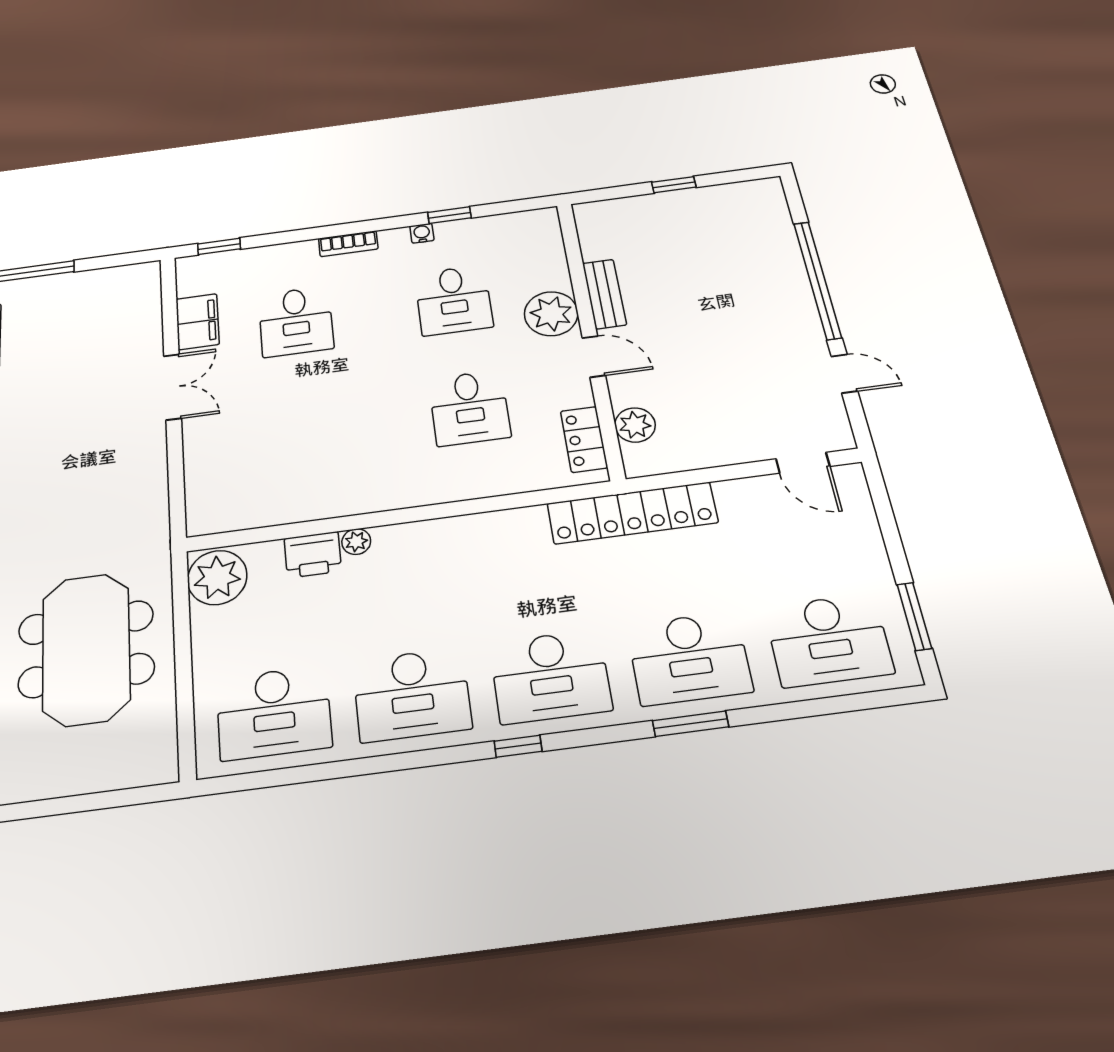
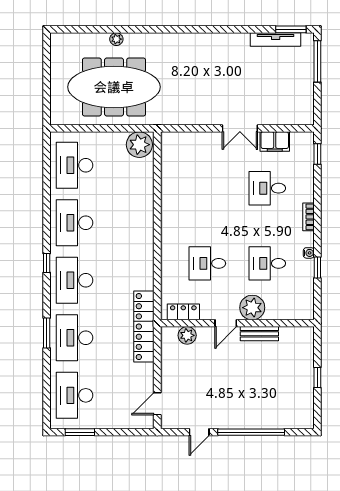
plant: (356, 542) -> (148, 206), removed
printer: (313, 555) -> (144, 187), removed
meeting table: (86, 649) -> (114, 87), width x1.36

